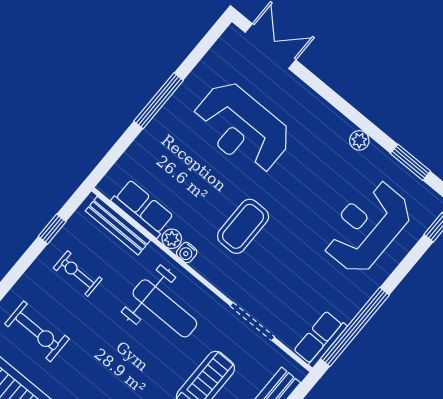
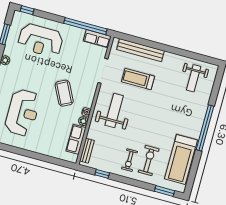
window: (159, 101) -> (27, 153), removed
bench: (118, 226) -> (87, 151), width x0.73
coffee table: (243, 226) -> (64, 93), turned 63
exercise bike: (78, 274) -> (129, 160), moved

